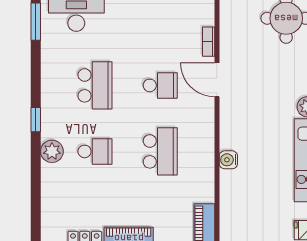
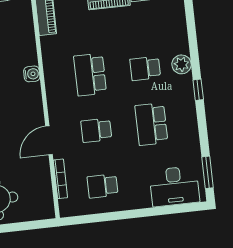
school desk: (160, 19) -> (103, 186), added
bookcase: (209, 42) -> (60, 179), width x1.56
door: (217, 80) -> (49, 140), swing flipped

